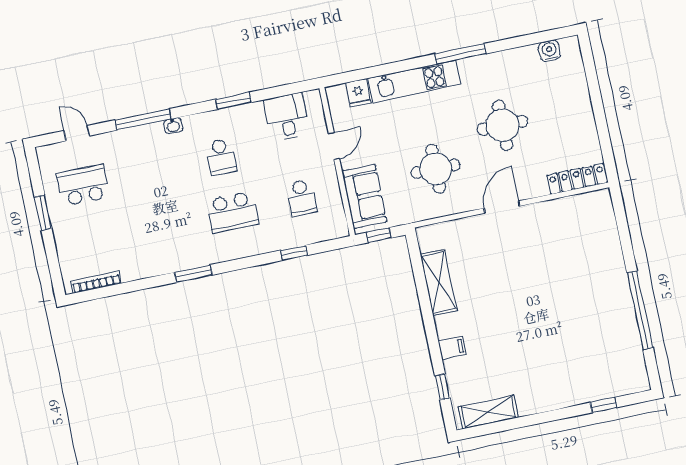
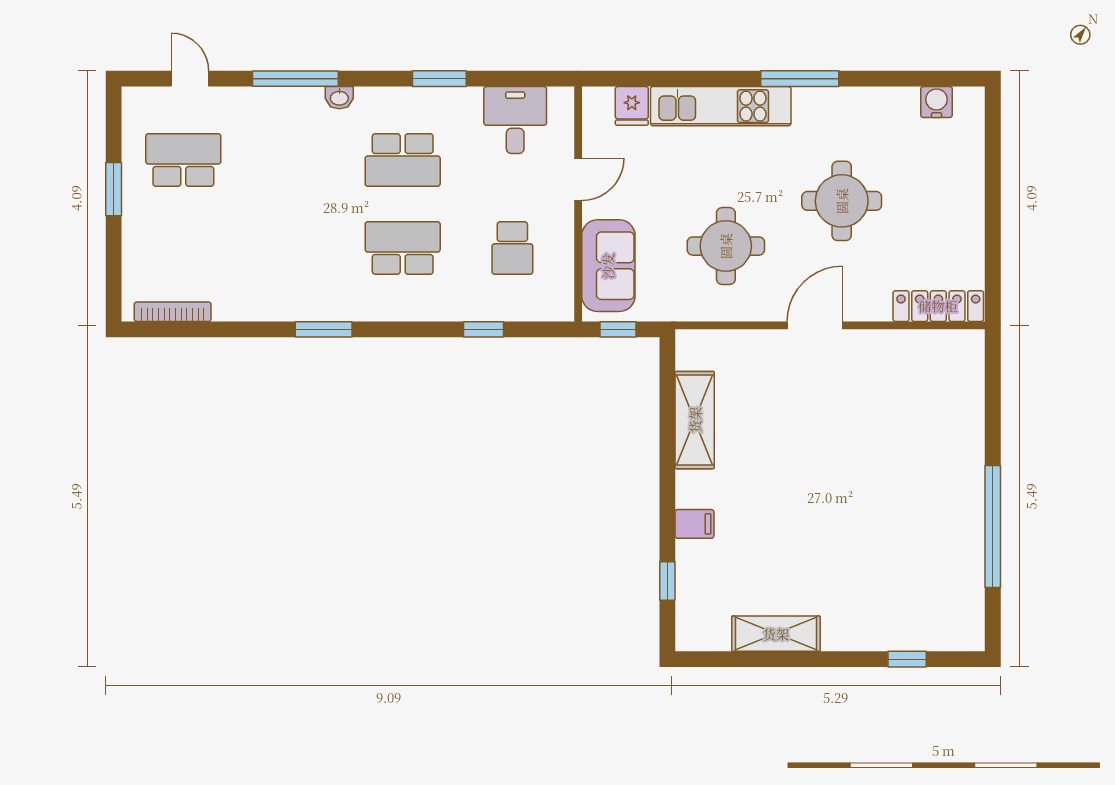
school desk: (221, 157) -> (403, 160), width x1.85
school desk: (233, 212) -> (403, 248), turned 180
shelving: (488, 412) -> (776, 634), moved

